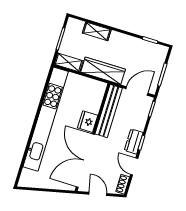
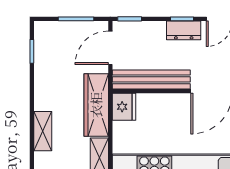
door: (137, 91) -> (110, 48), hinge flipped
fridge: (88, 122) -> (124, 107), moved, turned -90

